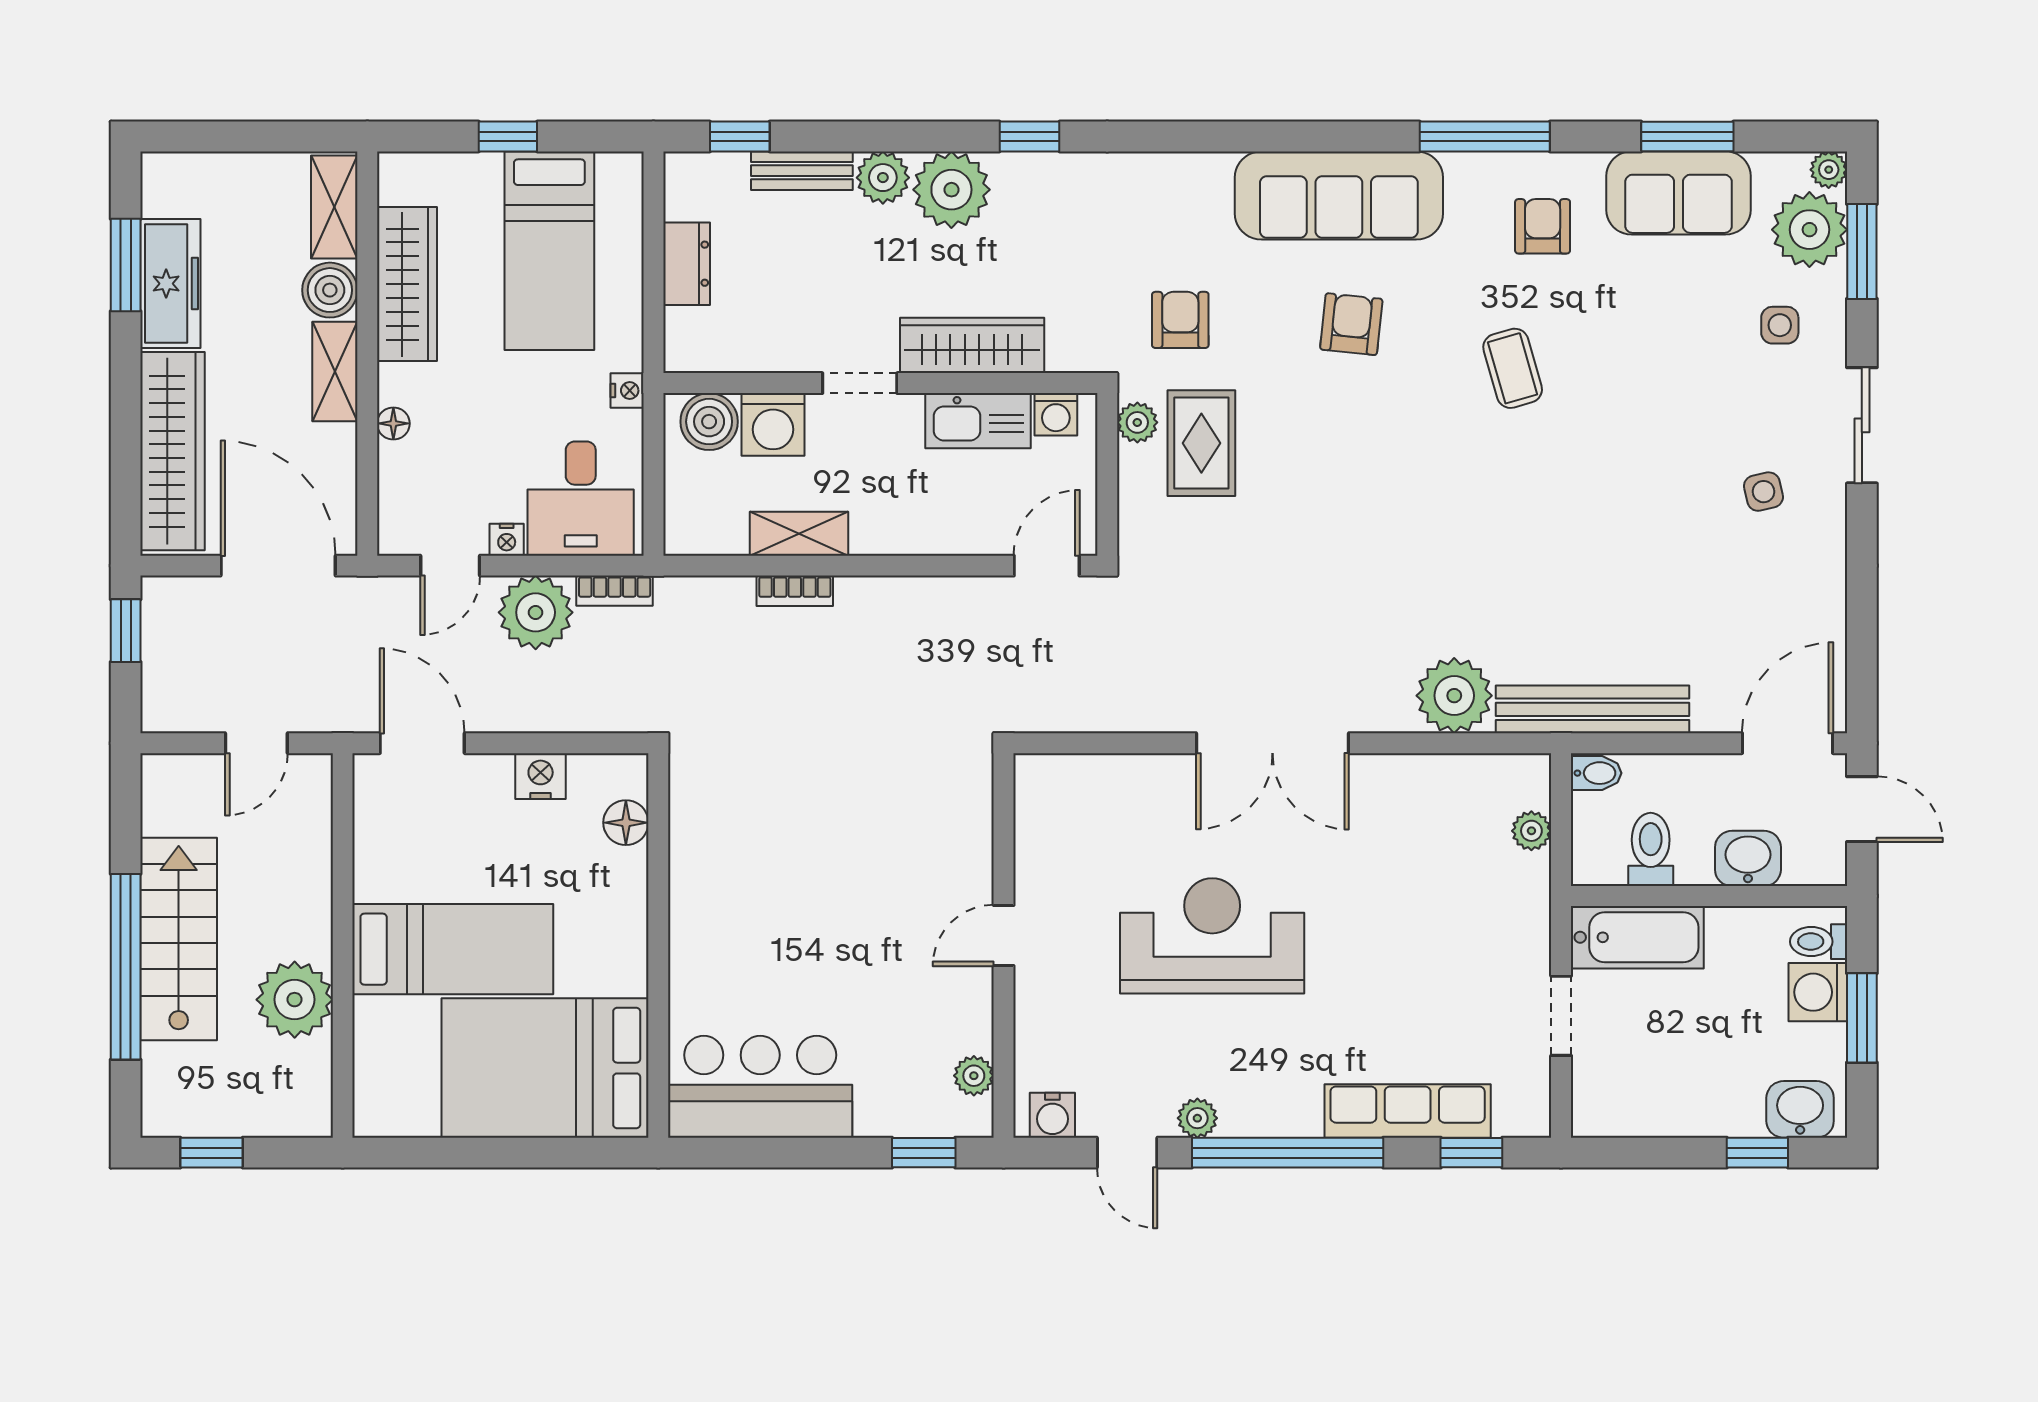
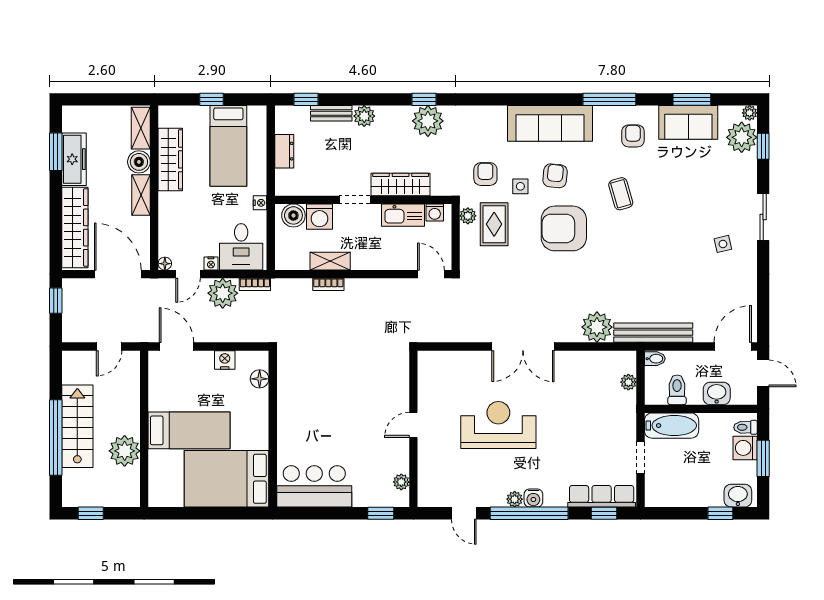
plant: (951, 190) -> (428, 121), moved
window: (1862, 251) -> (763, 146), width x0.67
side table: (1780, 325) -> (520, 186), moved
floor lamp: (393, 423) -> (165, 264), moved
armchair: (1373, 454) -> (564, 228), added
door: (1047, 566) -> (431, 274), hinge flipped
row of seats: (1408, 1111) -> (602, 496), moved
water cooler: (1052, 1115) -> (533, 498), moved
plant: (1197, 1118) -> (515, 499), moved

